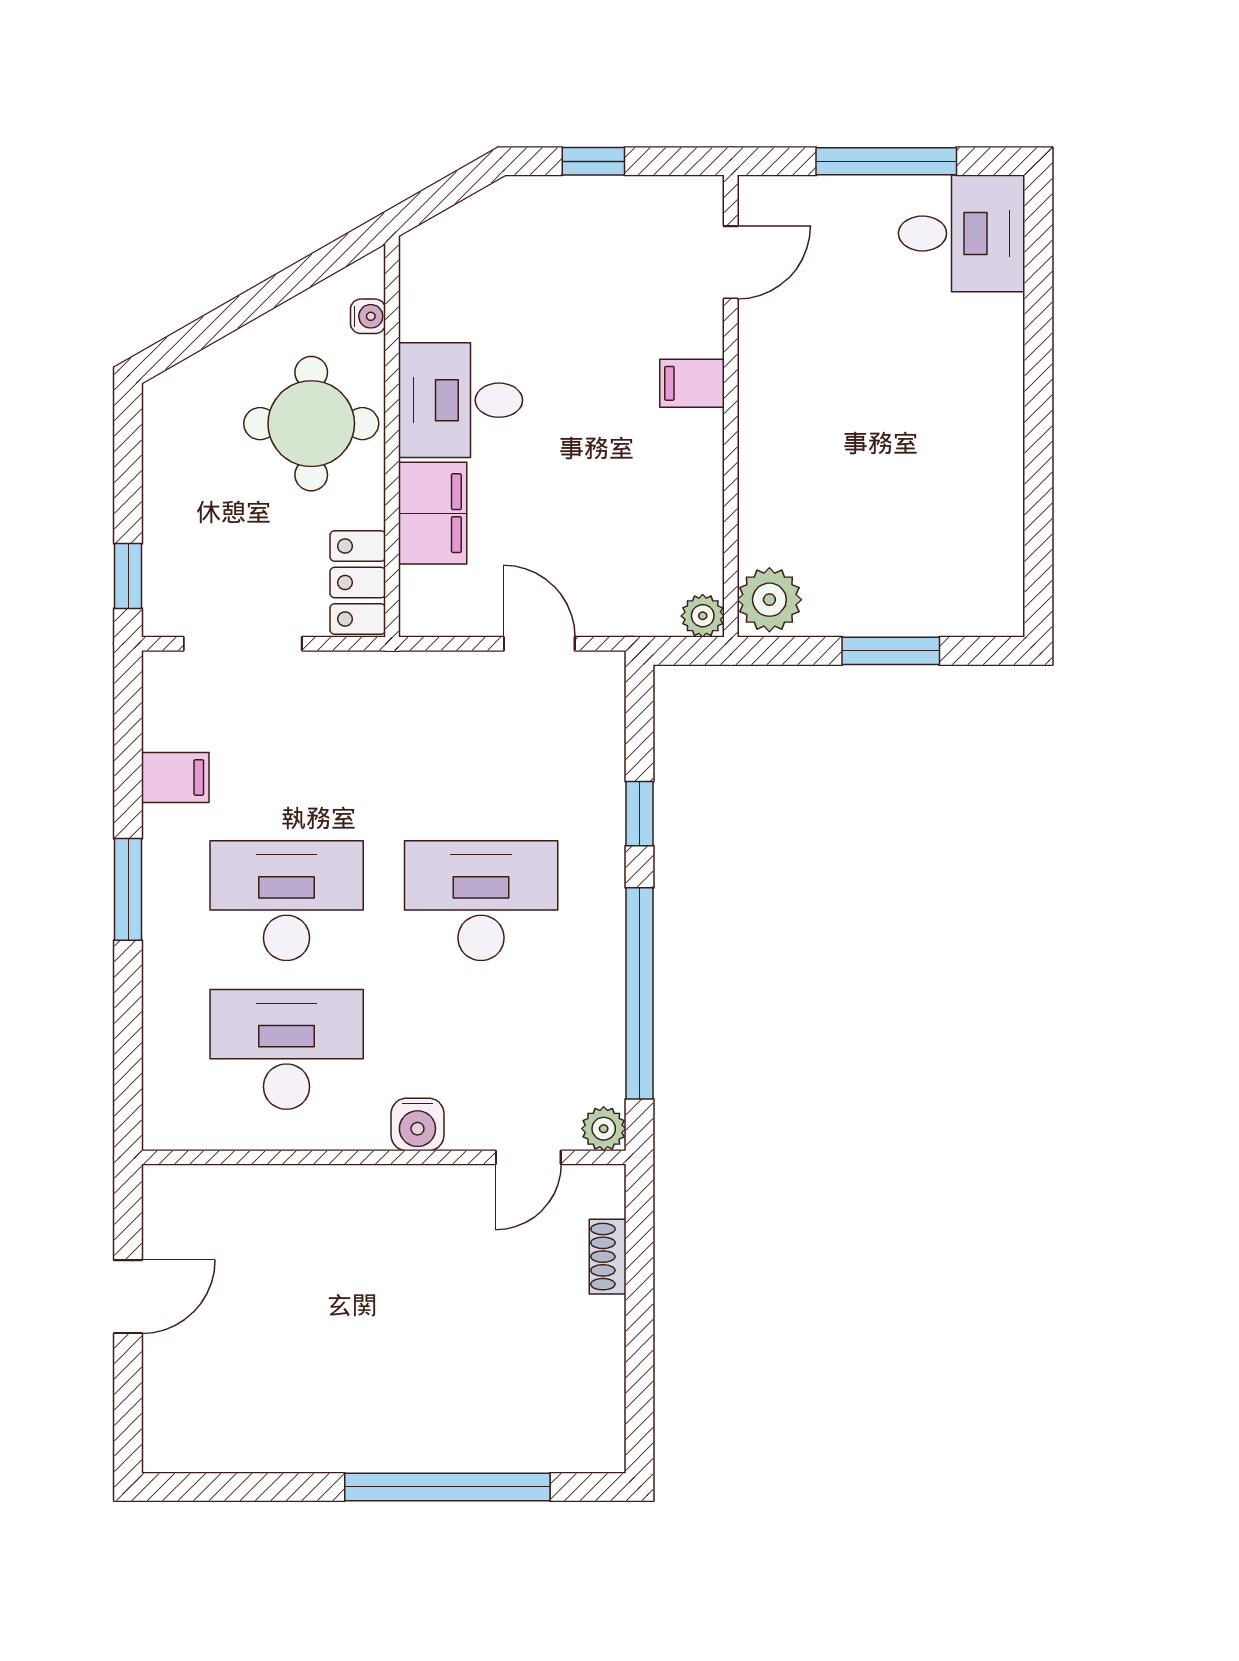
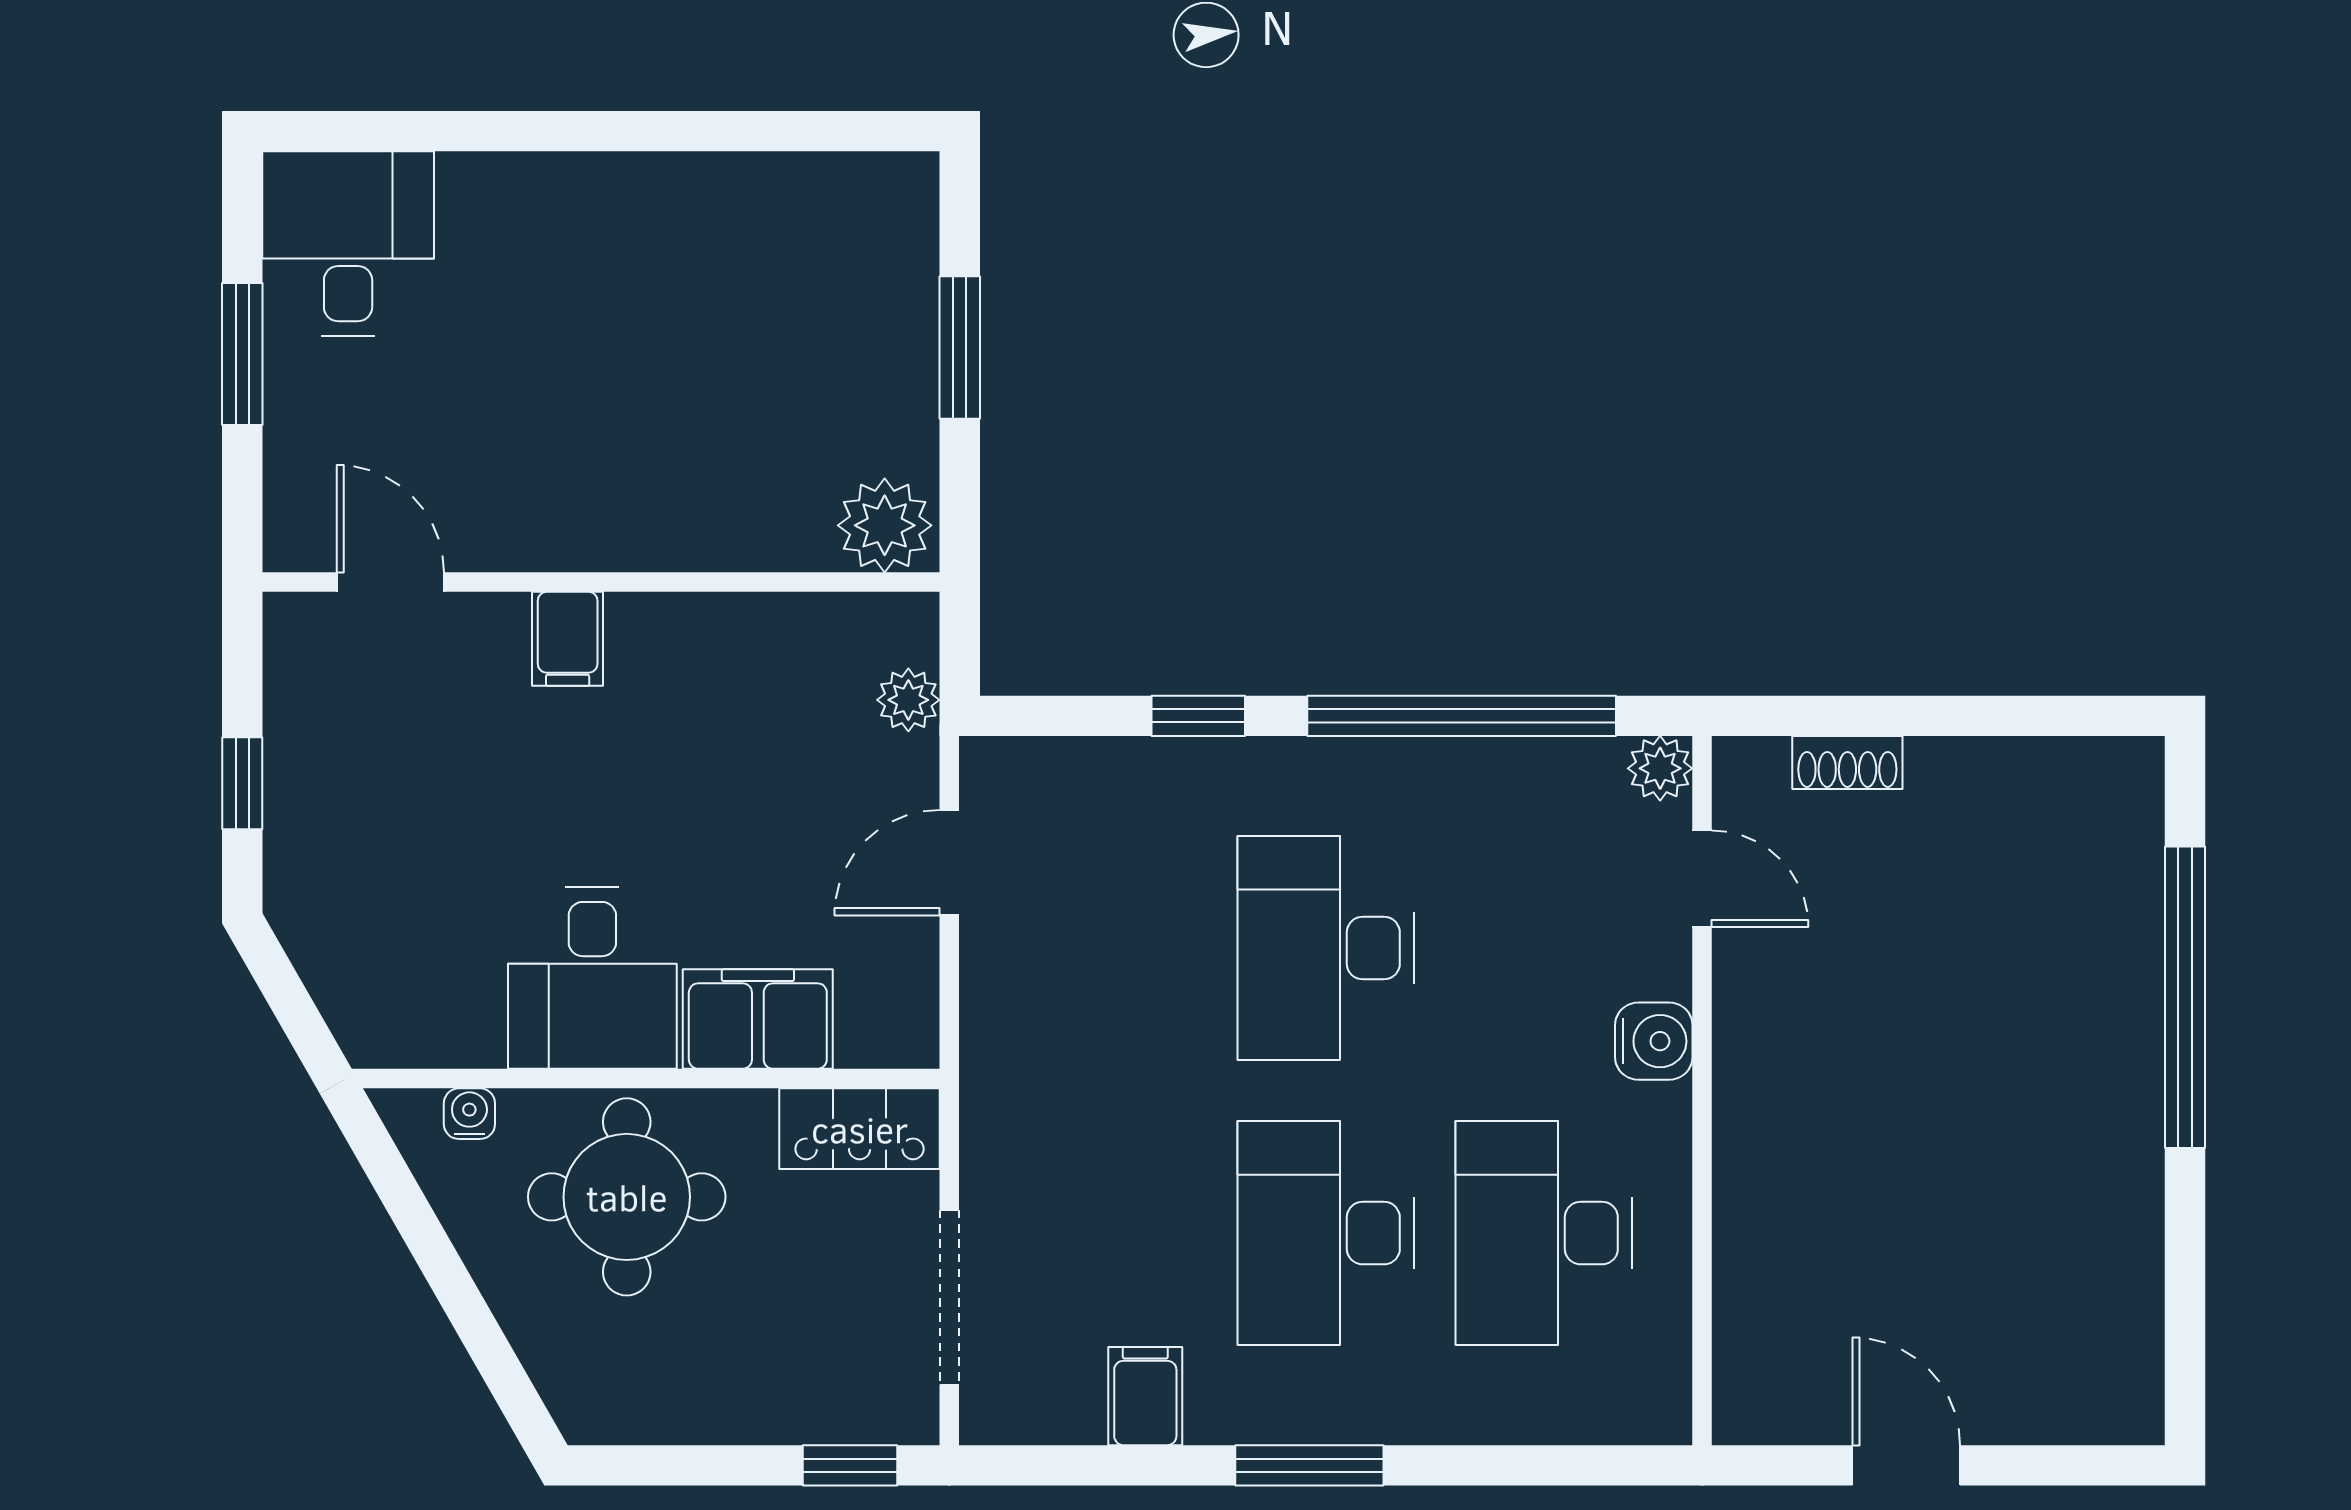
window: (886, 161) -> (242, 354), width x0.69
plant: (703, 616) -> (908, 700), moved

